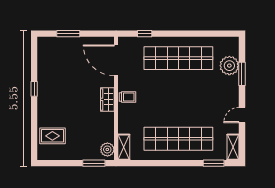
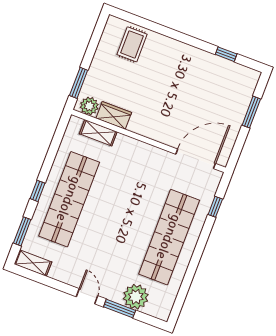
window: (34, 89) -> (226, 54), moved
trolley: (128, 97) -> (145, 156), removed
wardrobe: (107, 99) -> (114, 115), moved
door: (242, 115) -> (87, 296), moved
shelving: (124, 147) -> (98, 133), moved
window: (181, 163) -> (38, 191), added

